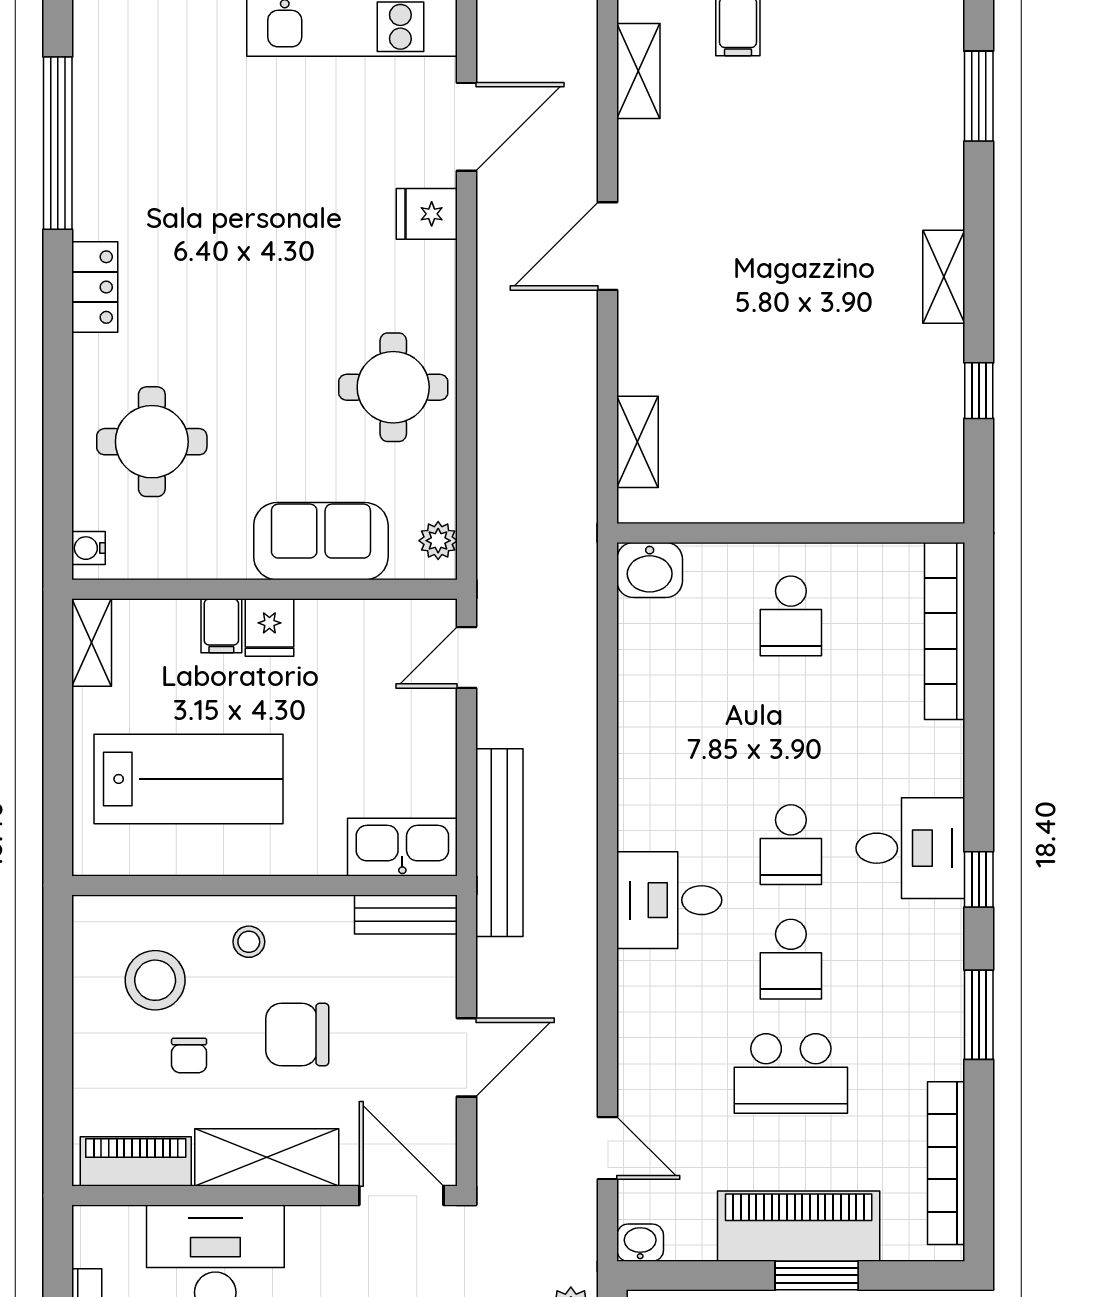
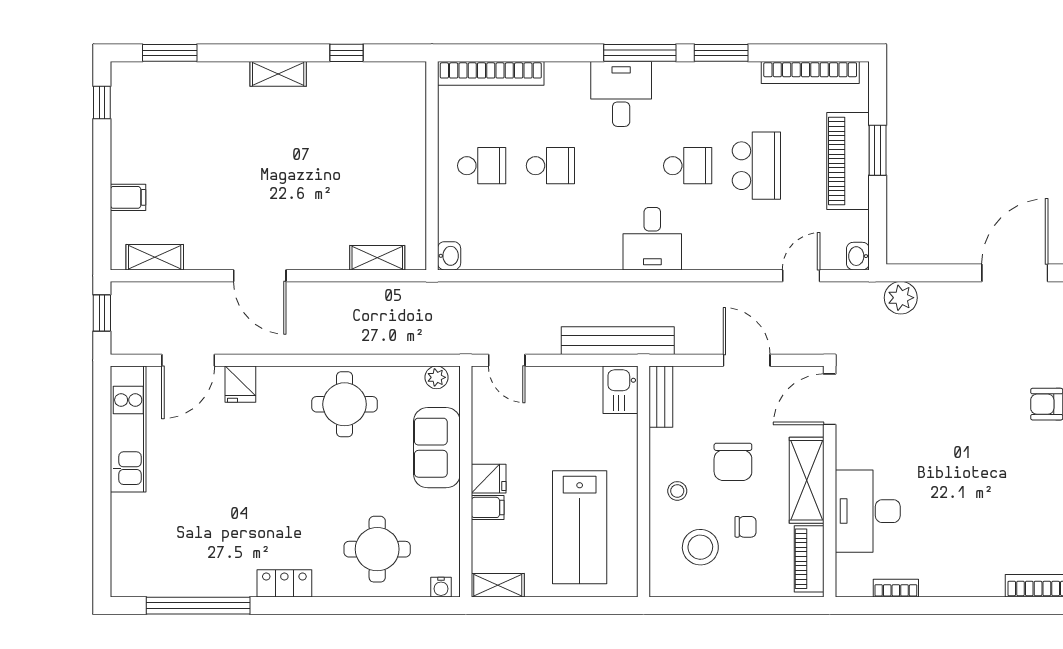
door: (467, 127) -> (188, 360), swing flipped
washbasin: (650, 570) -> (449, 256), width x0.72, depth x0.69
lab bench: (188, 779) -> (580, 527), turned 180
school desk: (791, 845) -> (550, 166), moved
kitchen sink: (402, 847) -> (620, 390), width x0.73
window: (979, 879) -> (640, 53), width x2.17

